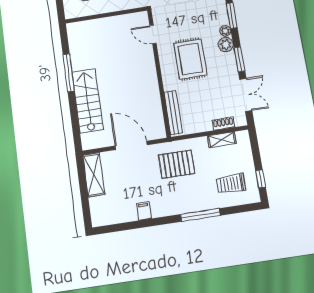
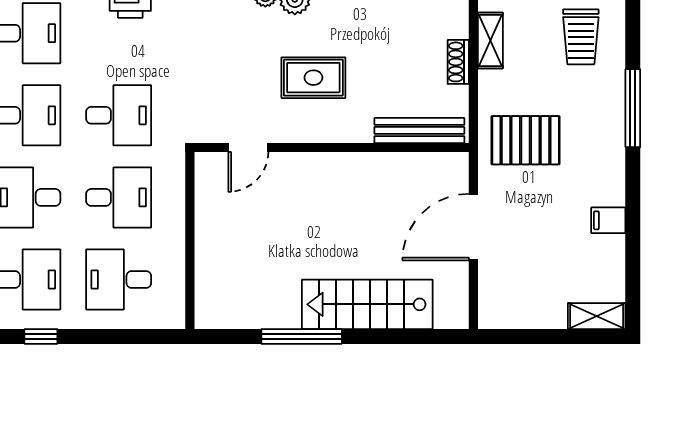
rug: (190, 59) -> (313, 78), width x0.73, depth x0.70
shoe rack: (223, 124) -> (458, 62), moved
pallet: (177, 164) -> (526, 140), turned 90
shelving: (94, 175) -> (597, 316), moved, width x0.67, depth x0.75

